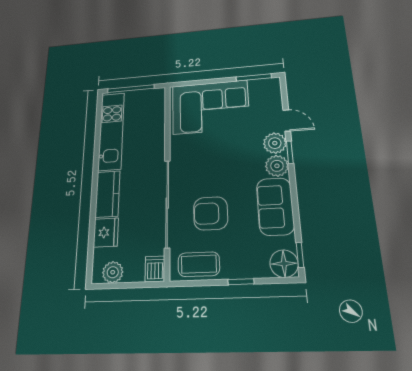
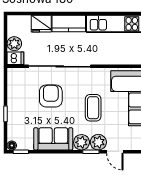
door: (287, 121) -> (115, 152), hinge flipped
coffee table: (199, 264) -> (93, 108), moved
floor lamp: (284, 264) -> (12, 145), width x0.53, depth x0.53
plant: (113, 272) -> (14, 44), moved

